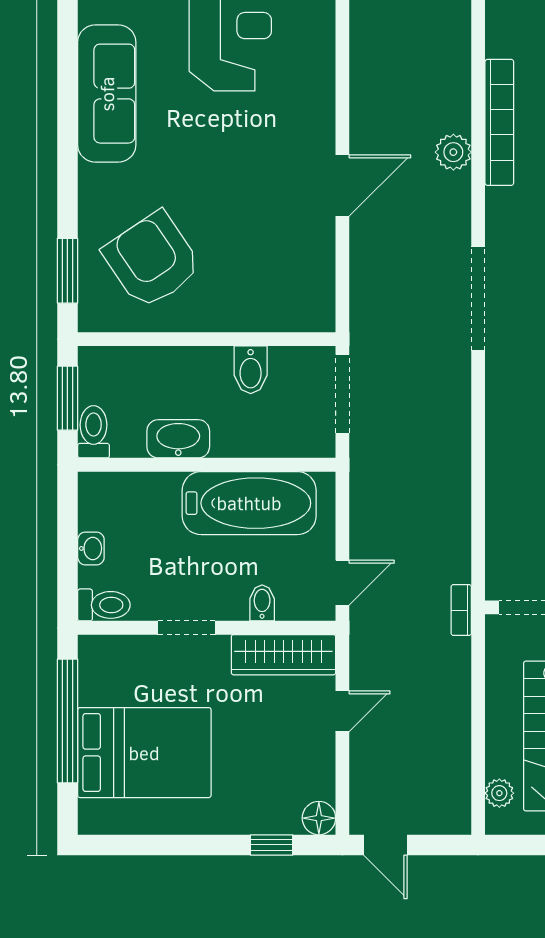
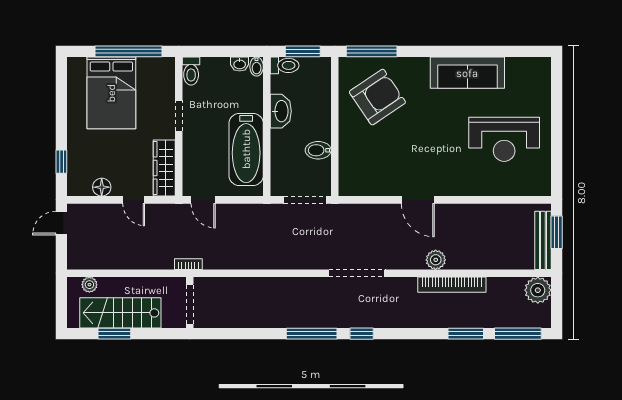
window: (67, 271) -> (372, 51), width x1.44
washbasin: (91, 548) -> (240, 64), moved
bidet: (262, 603) -> (257, 67), moved, turned 90
floor lamp: (319, 818) -> (102, 187), moved

